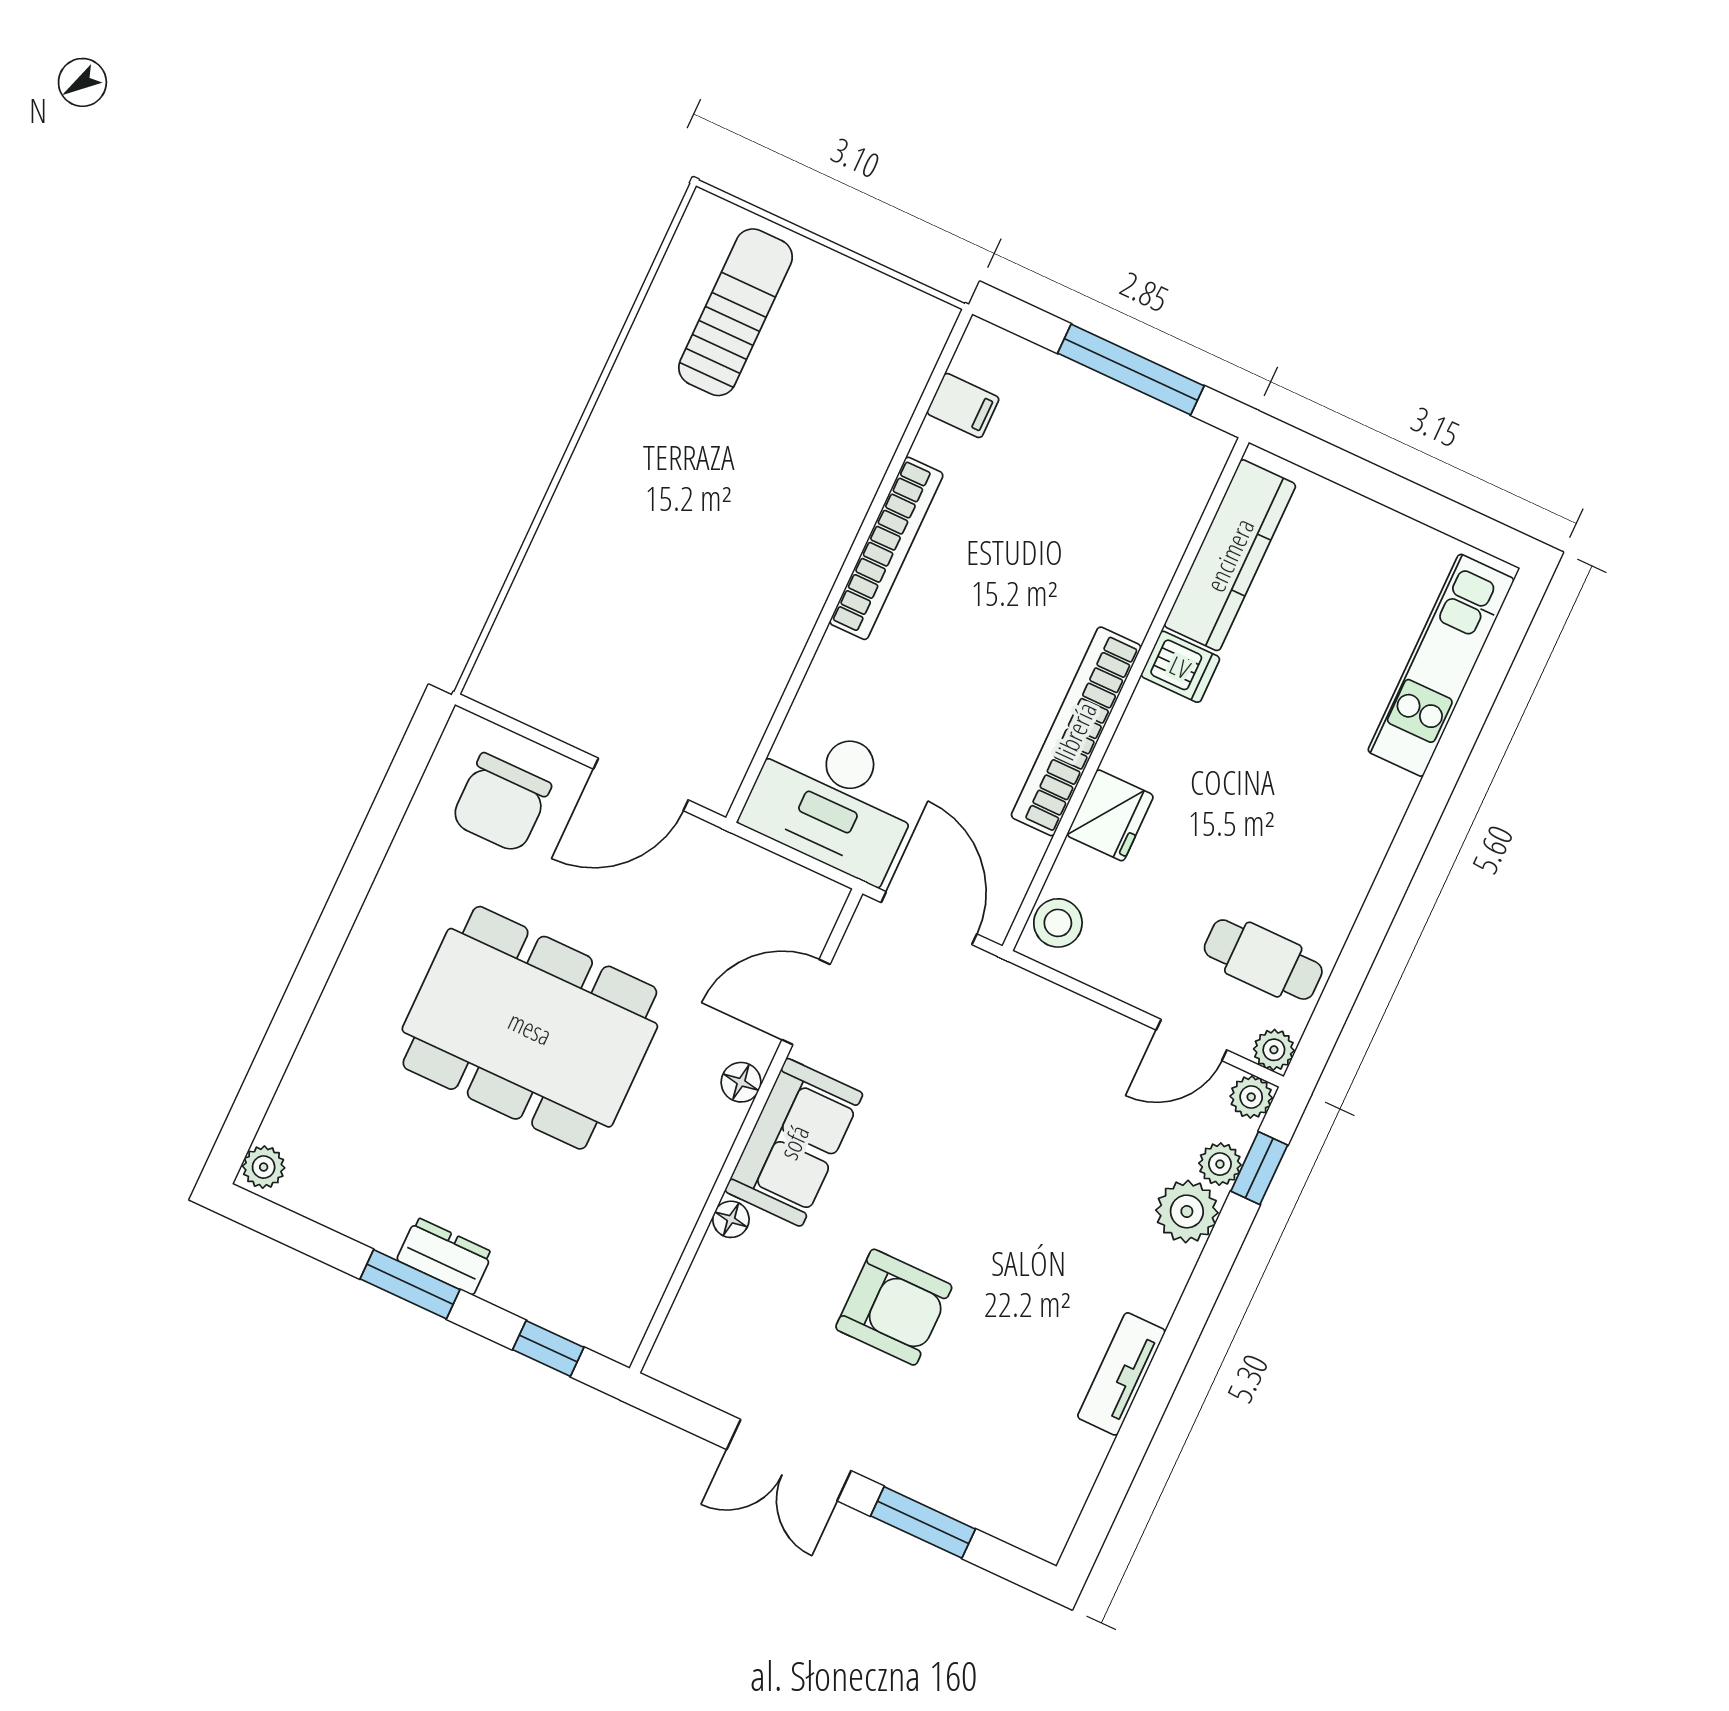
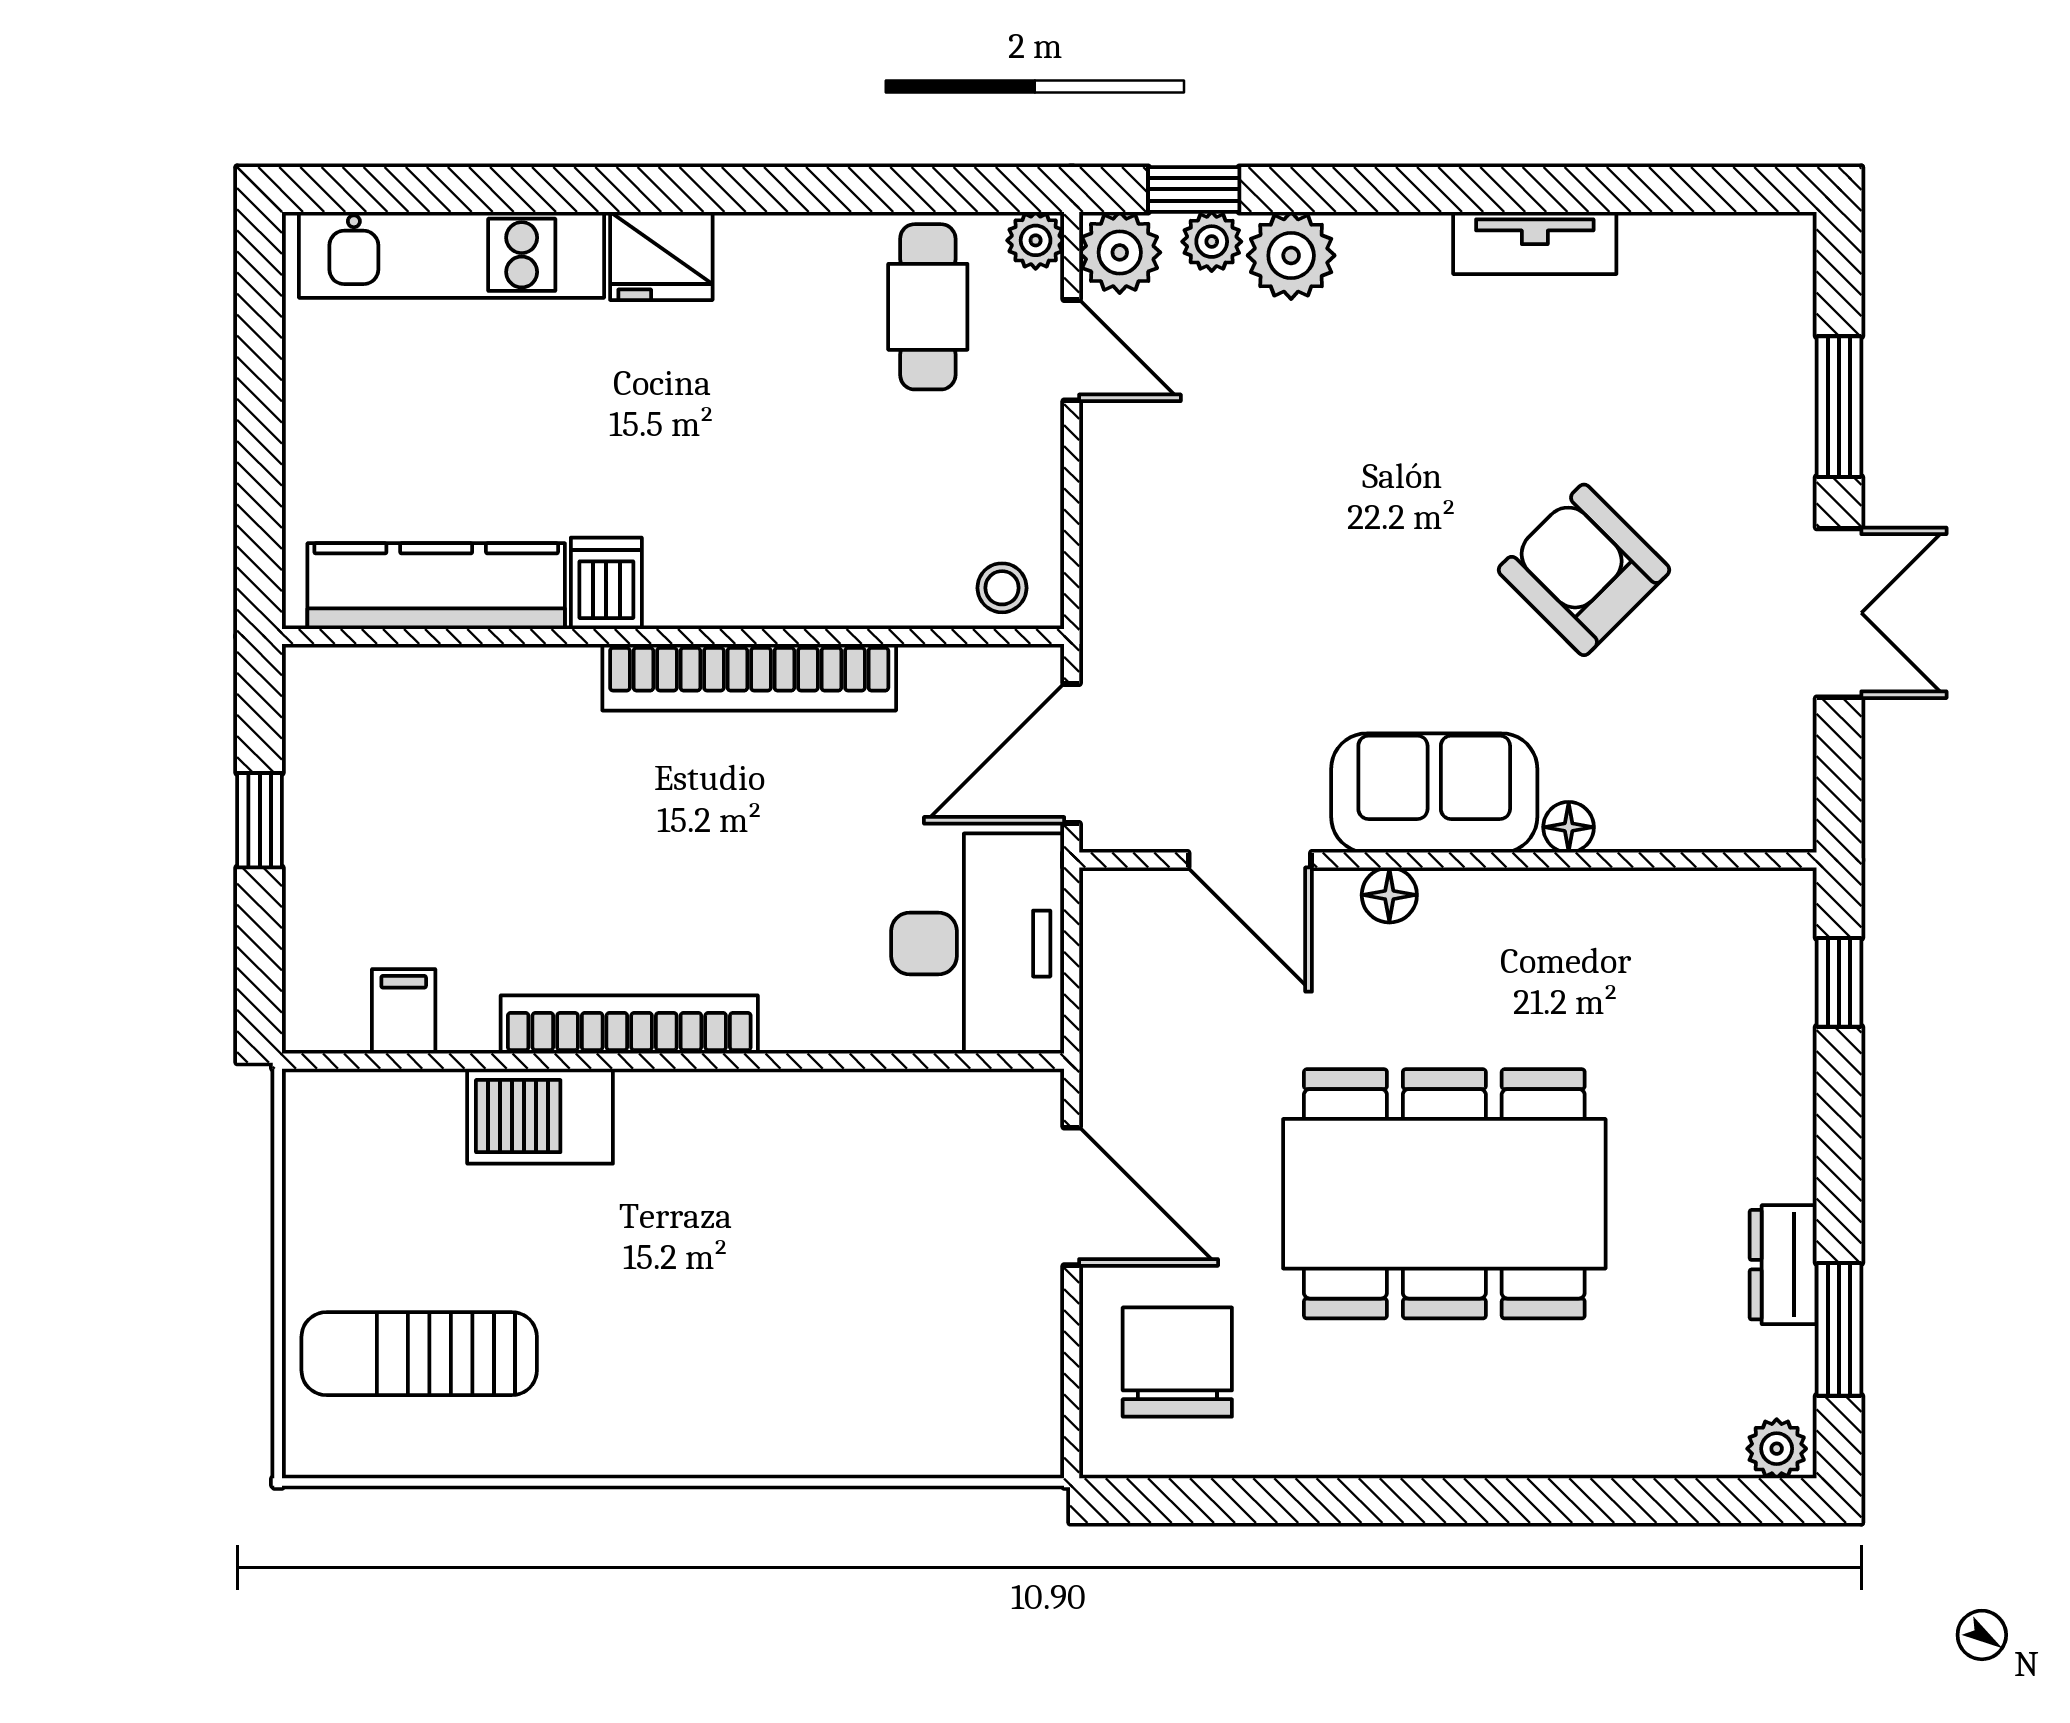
window: (1131, 369) -> (260, 820), width x0.46
barbecue: (854, 463) -> (540, 1116), added
chair: (501, 803) -> (1177, 1362), turned -90
fridge: (1110, 815) -> (661, 256), moved, turned 180
stool: (1058, 923) -> (1002, 588), width x0.73, depth x0.73
dining table: (530, 1028) -> (1444, 1194), turned 90
plant: (1251, 1097) -> (1120, 252), width x1.38, depth x1.38
dresser: (445, 1256) -> (1783, 1265), moved
window: (410, 1284) -> (1839, 1329), moved
armchair: (894, 1307) -> (1584, 570), turned -45

